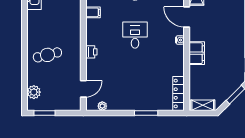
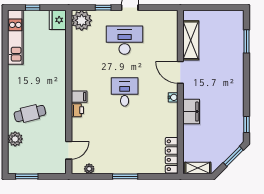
filing cabinet: (93, 12) -> (79, 97), moved
plant: (34, 92) -> (15, 139), moved
window: (146, 113) -> (125, 176), moved

